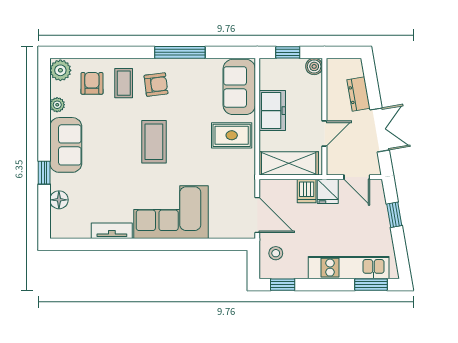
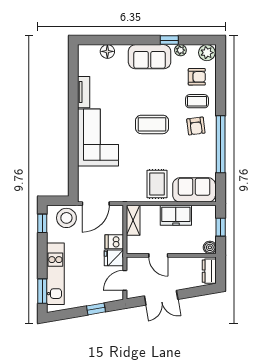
window: (180, 52) -> (221, 144), width x1.46
dresser: (358, 94) -> (209, 271), moved, turned -80
shelving: (289, 163) -> (133, 220), width x0.67, depth x0.75
window: (44, 173) -> (169, 40), moved
stool: (276, 253) -> (66, 218), width x1.89, depth x1.89

